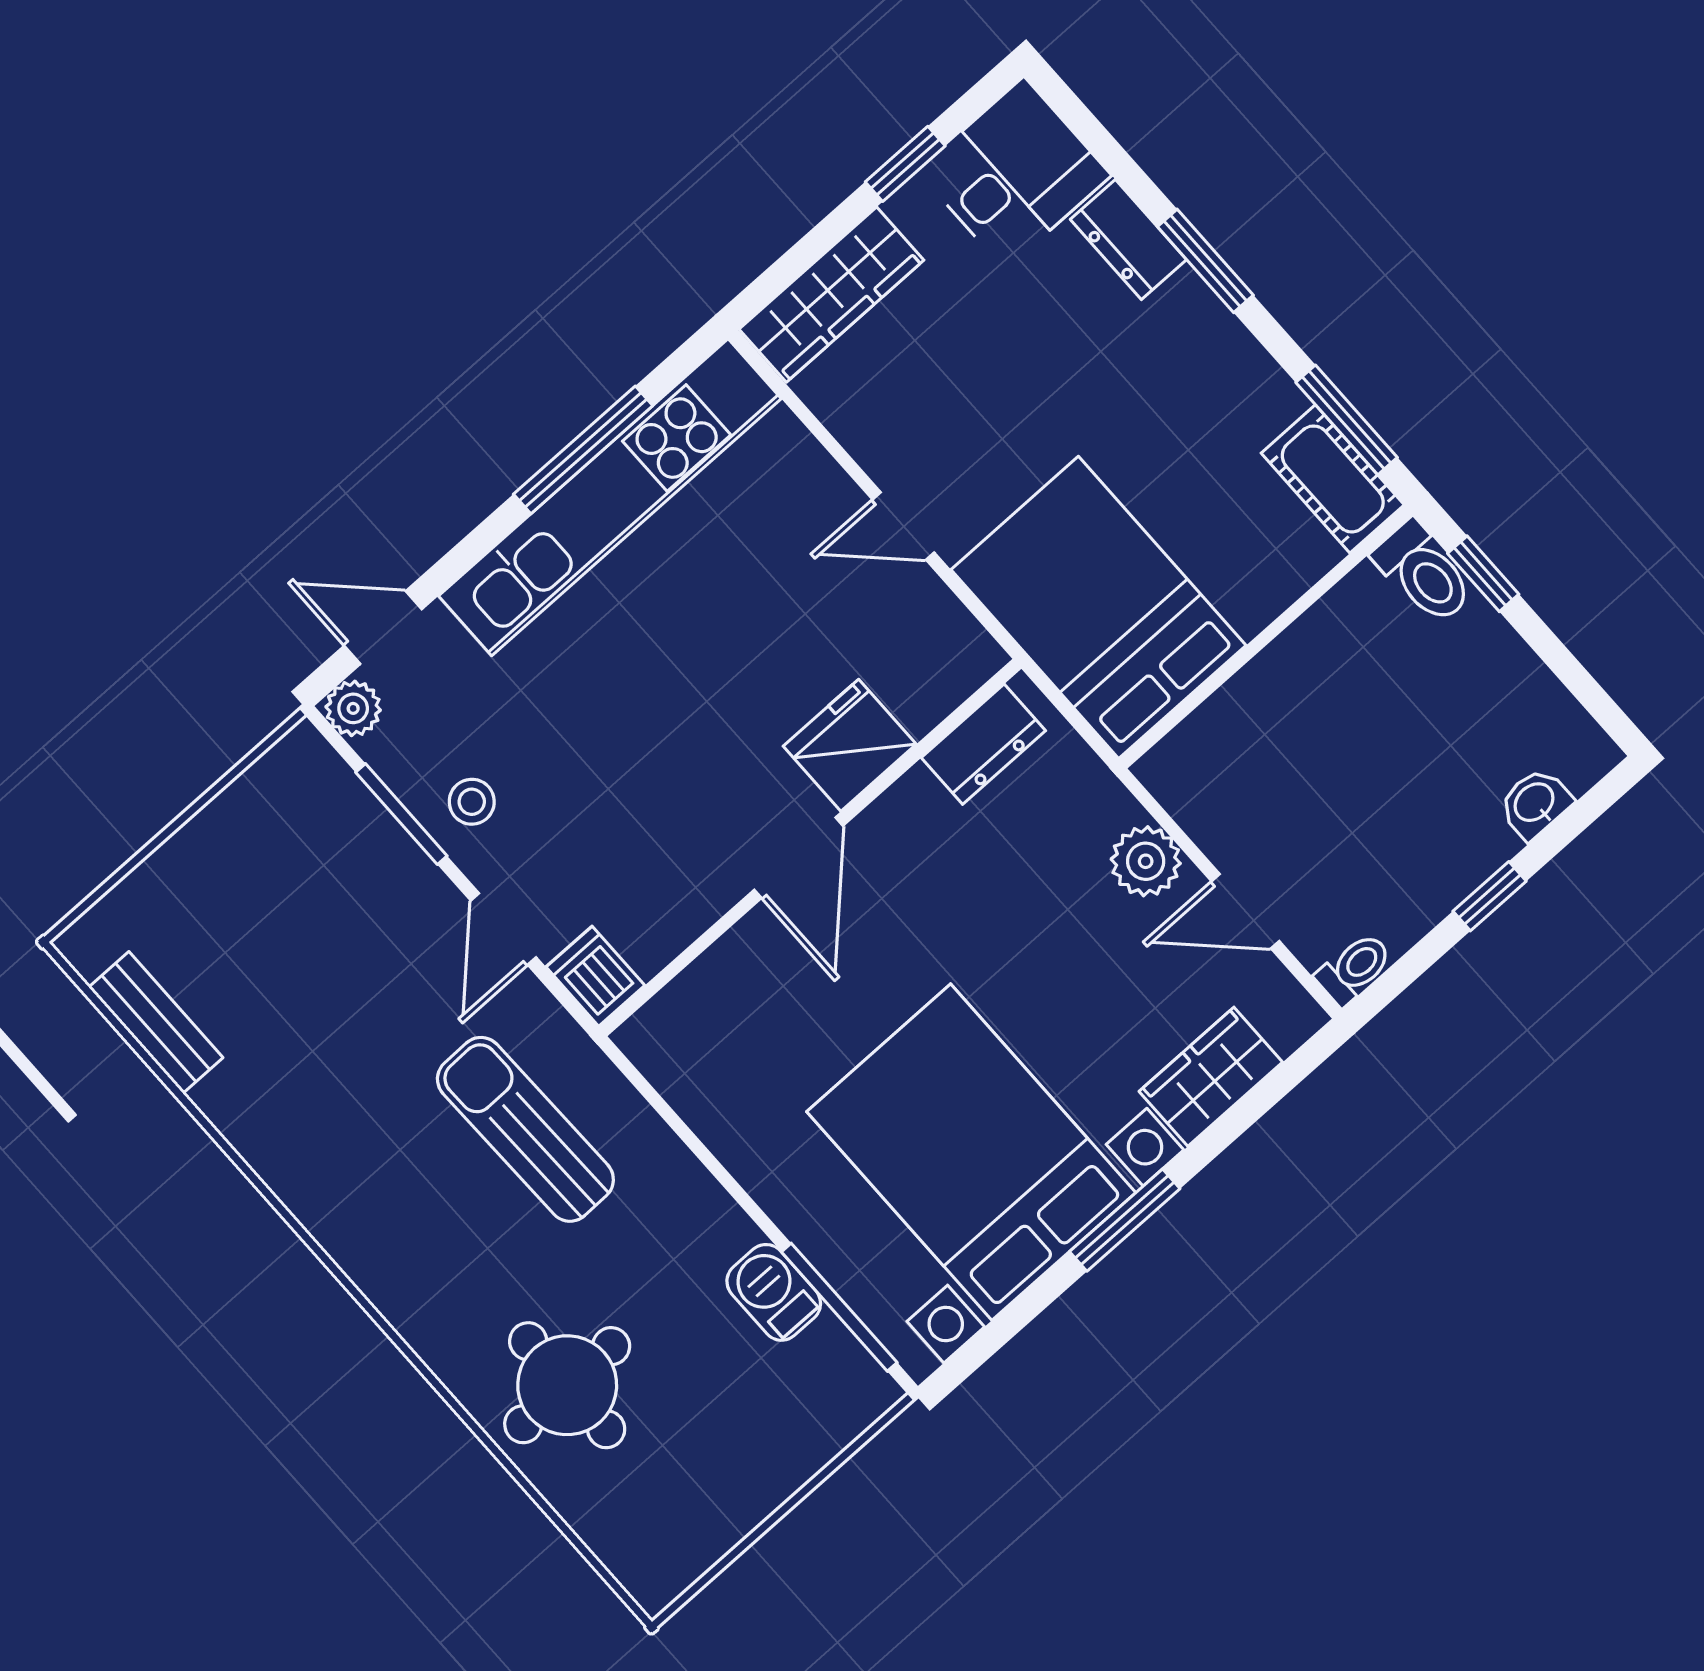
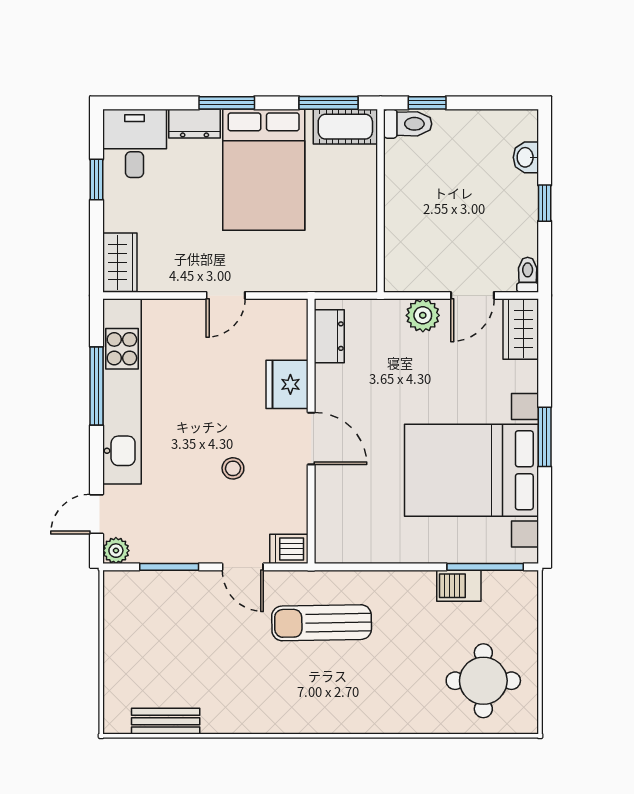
wardrobe: (831, 295) -> (120, 262), width x0.67
bed: (1098, 607) -> (264, 170), moved, turned -90
stool: (472, 802) -> (233, 468), moved
wardrobe: (1211, 1077) -> (521, 329), moved
round table: (567, 1385) -> (483, 681), moved

